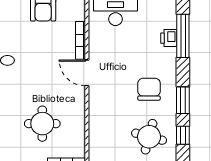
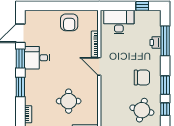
chair: (149, 89) -> (142, 78), turned 90

